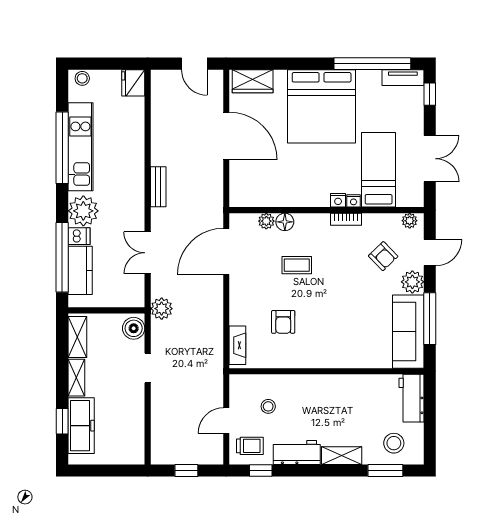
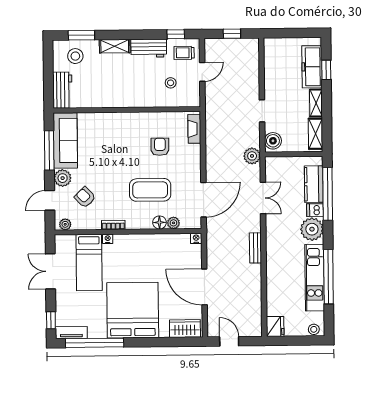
nightstand: (338, 200) -> (196, 238), moved
coffee table: (297, 265) -> (150, 190), width x1.86, depth x1.72

